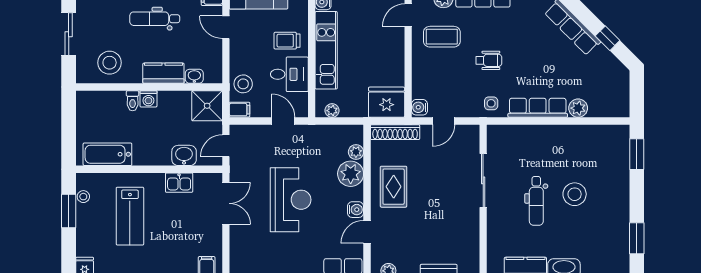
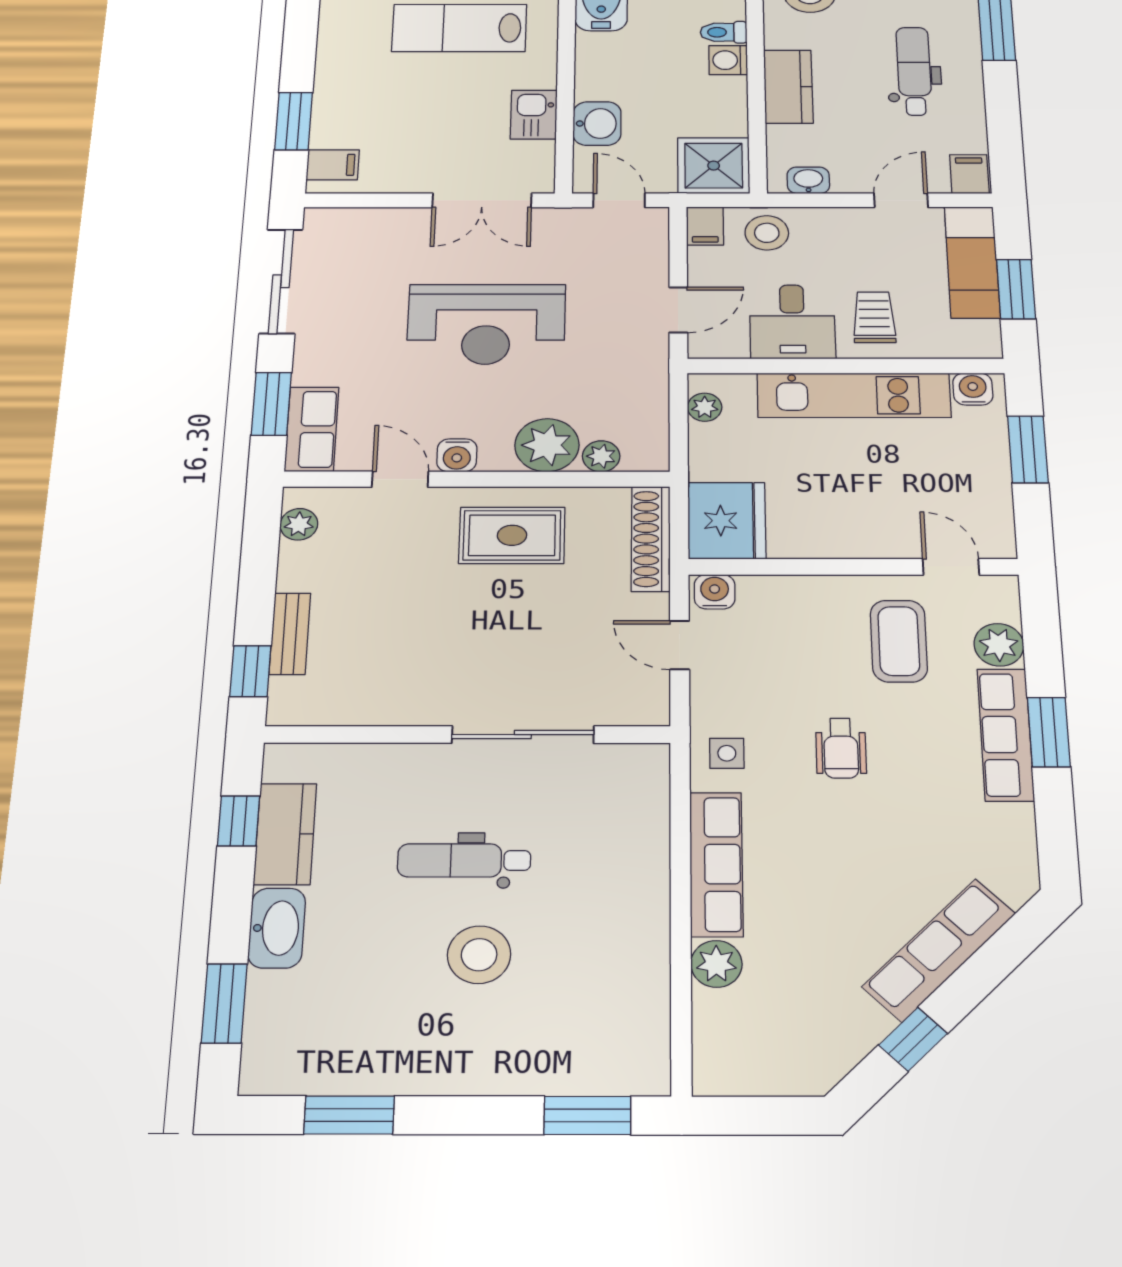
washbasin: (194, 76) -> (808, 180), moved, turned -90

